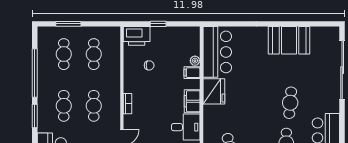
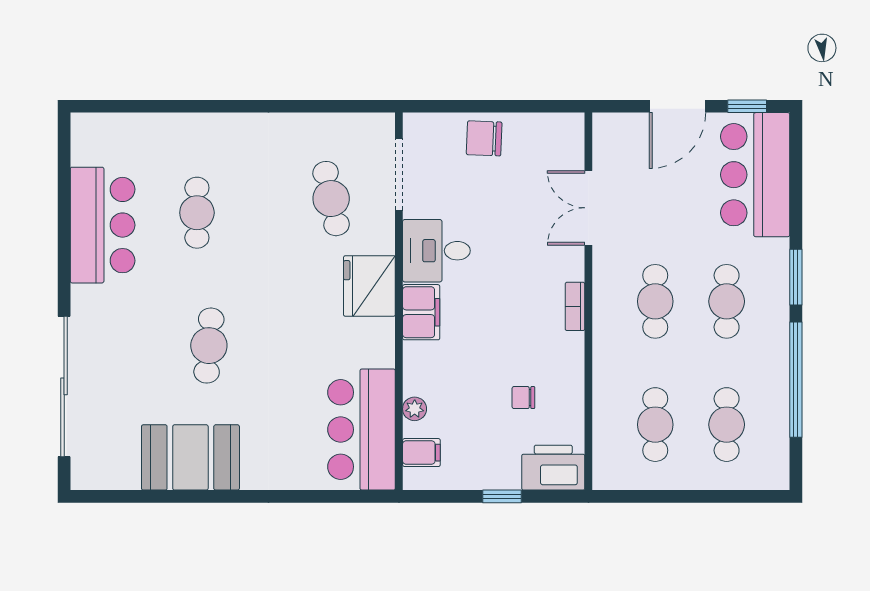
window: (68, 24) -> (716, 496), removed
filing cabinet: (192, 73) -> (421, 453), moved
fridge: (214, 91) -> (369, 286), moved
cafe table: (290, 103) -> (209, 346), moved

